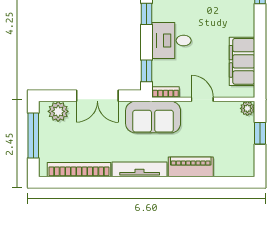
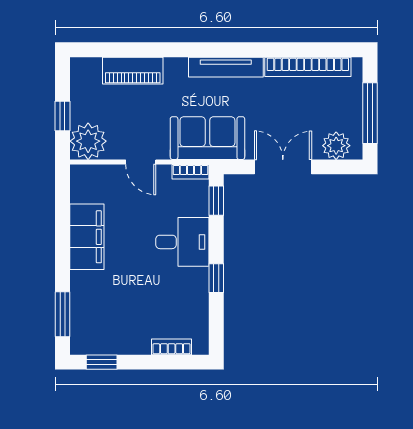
filing cabinet: (242, 61) -> (87, 237), moved
plant: (247, 108) -> (88, 141), width x1.87, depth x1.87
piano: (191, 167) -> (133, 71), moved

